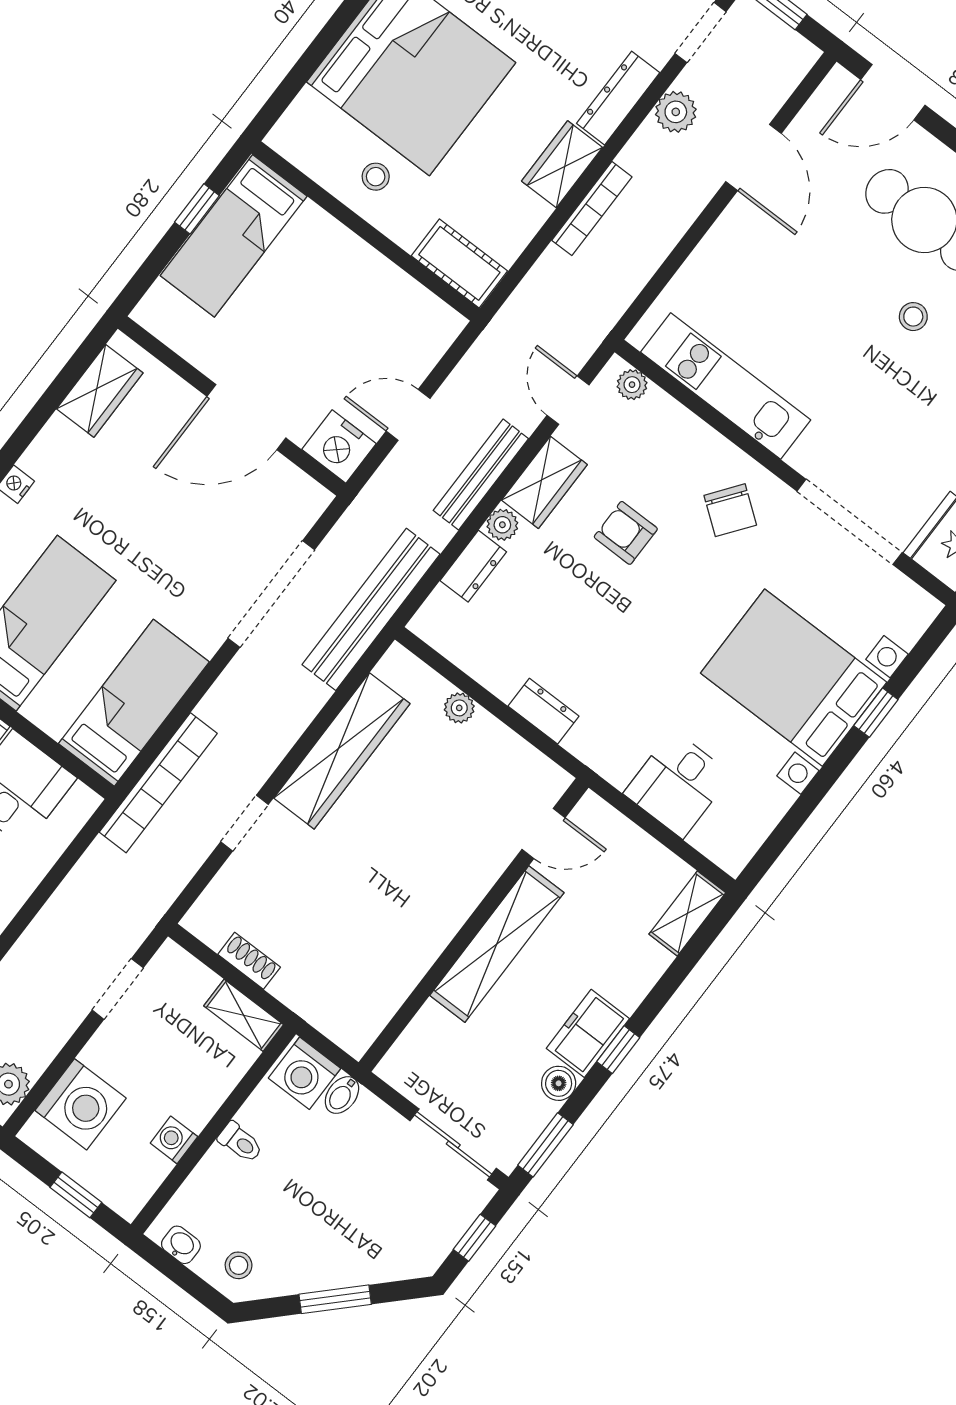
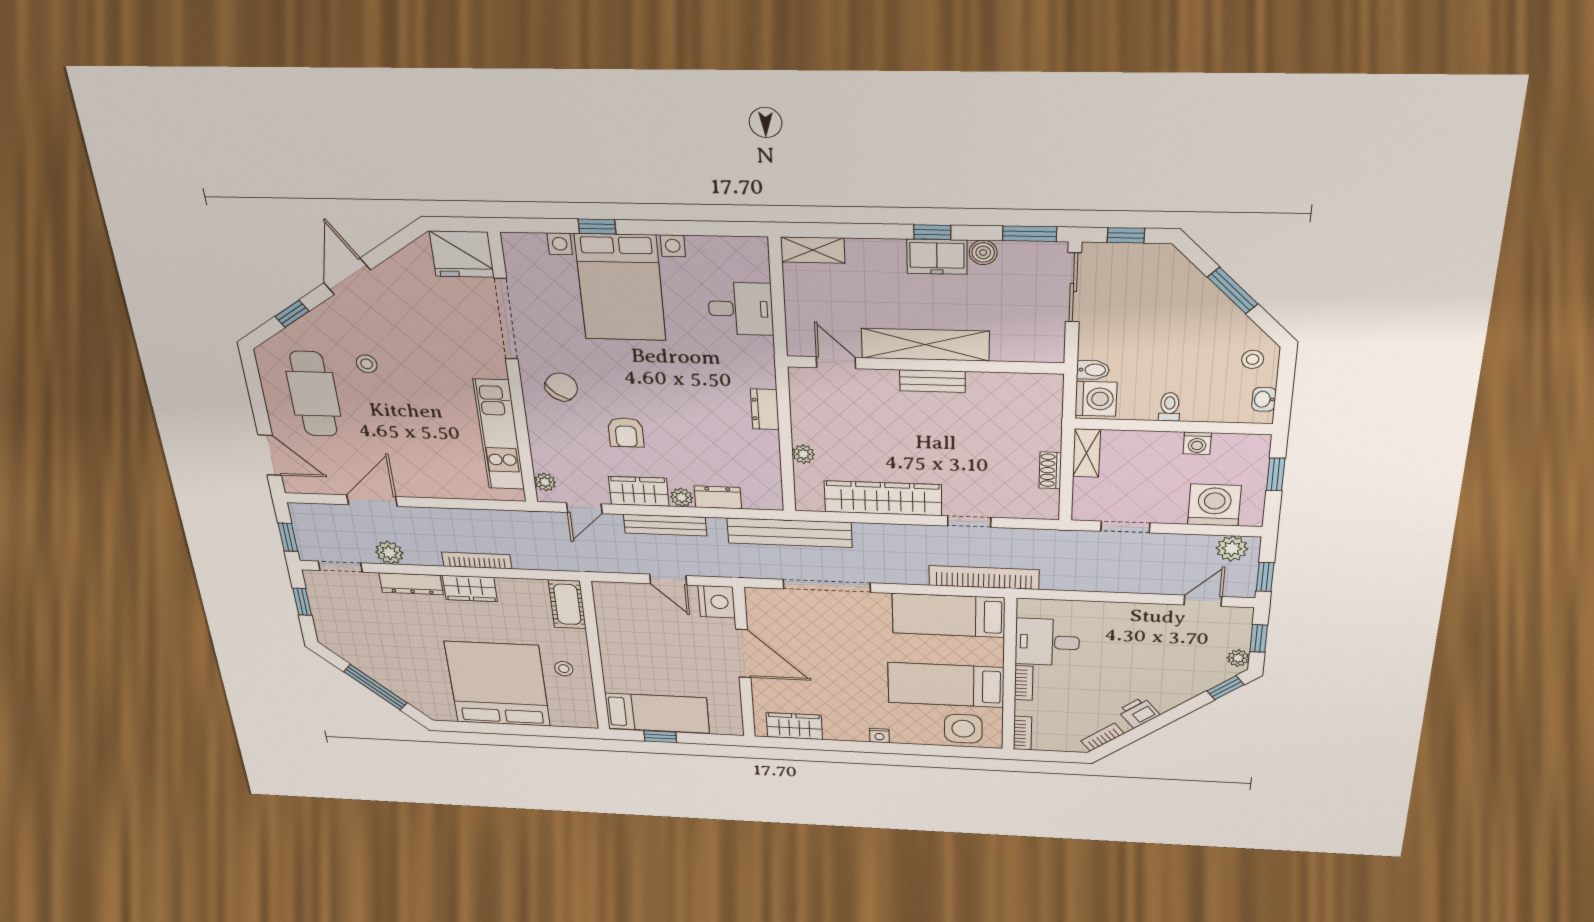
bench: (448, 918) -> (932, 381), added

